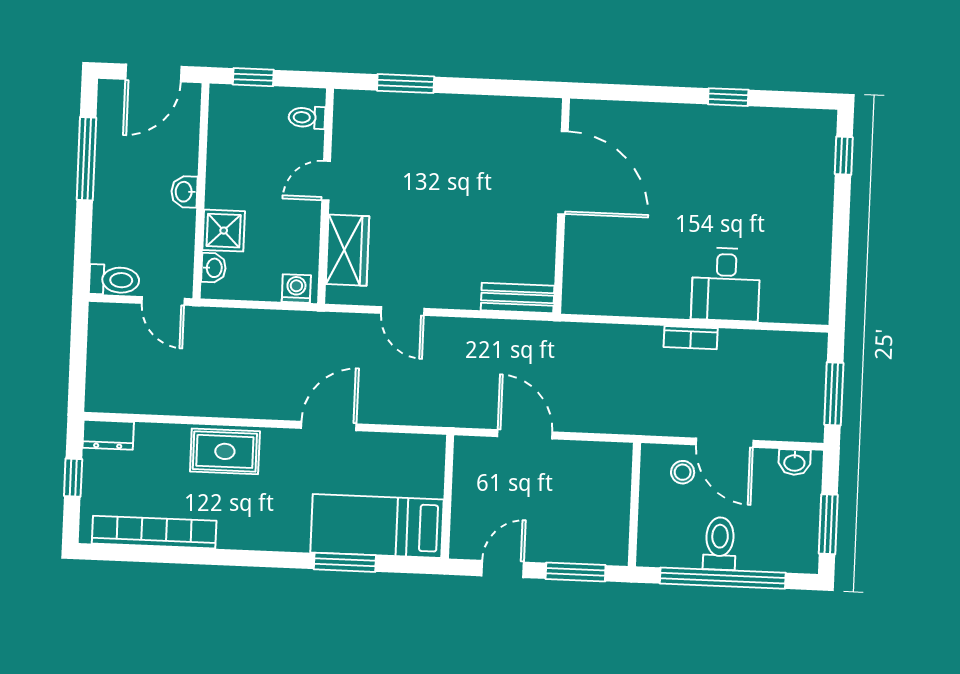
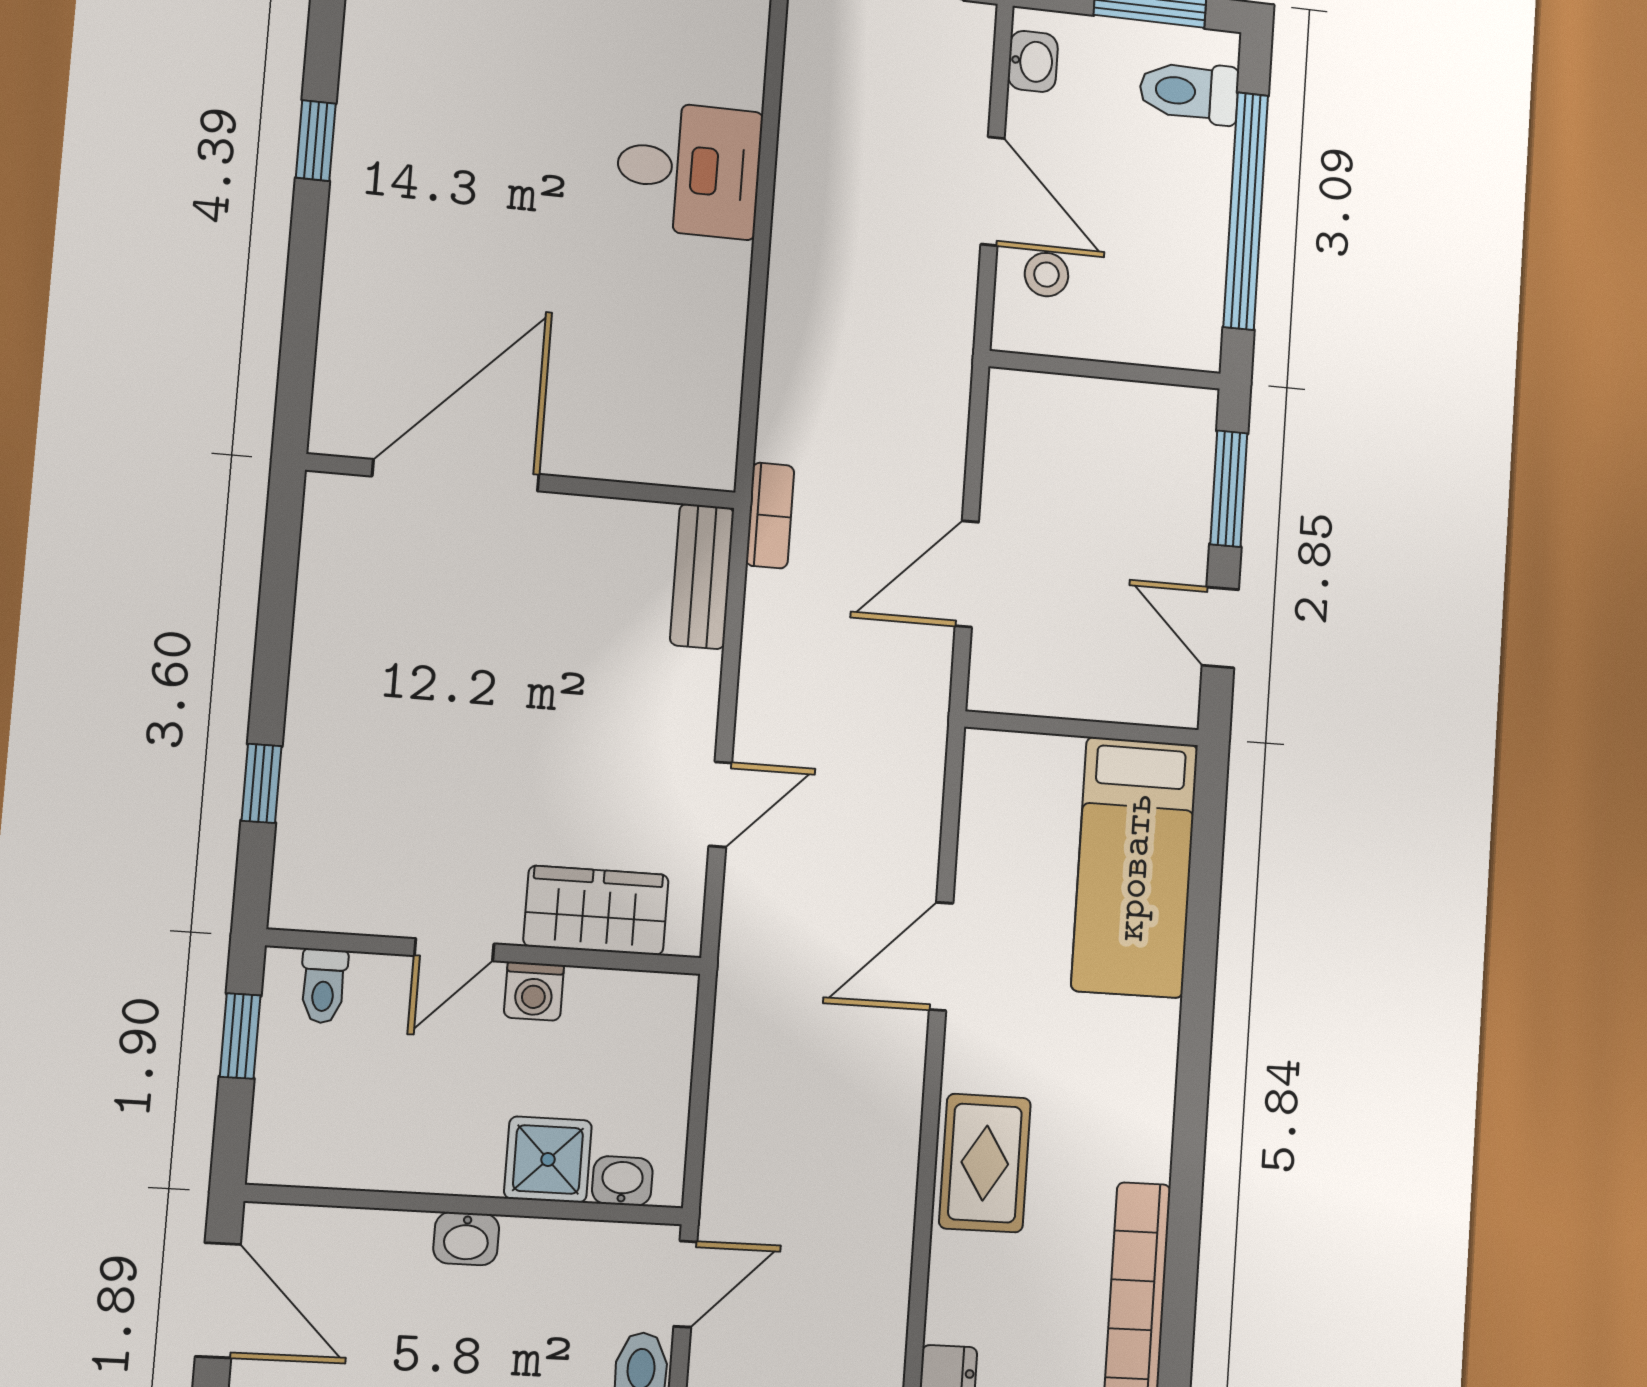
window: (253, 77) -> (240, 1036), moved
window: (406, 84) -> (262, 783), width x0.67
door: (326, 181) -> (454, 950), hinge flipped
washing machine: (296, 289) -> (534, 991), moved, turned -90
bookcase: (691, 338) -> (770, 516), moved
door: (329, 426) -> (941, 956), hinge flipped
door: (725, 443) -> (993, 191), hinge flipped
toilet: (720, 544) -> (1189, 92), moved
window: (345, 562) -> (1202, 932), removed

